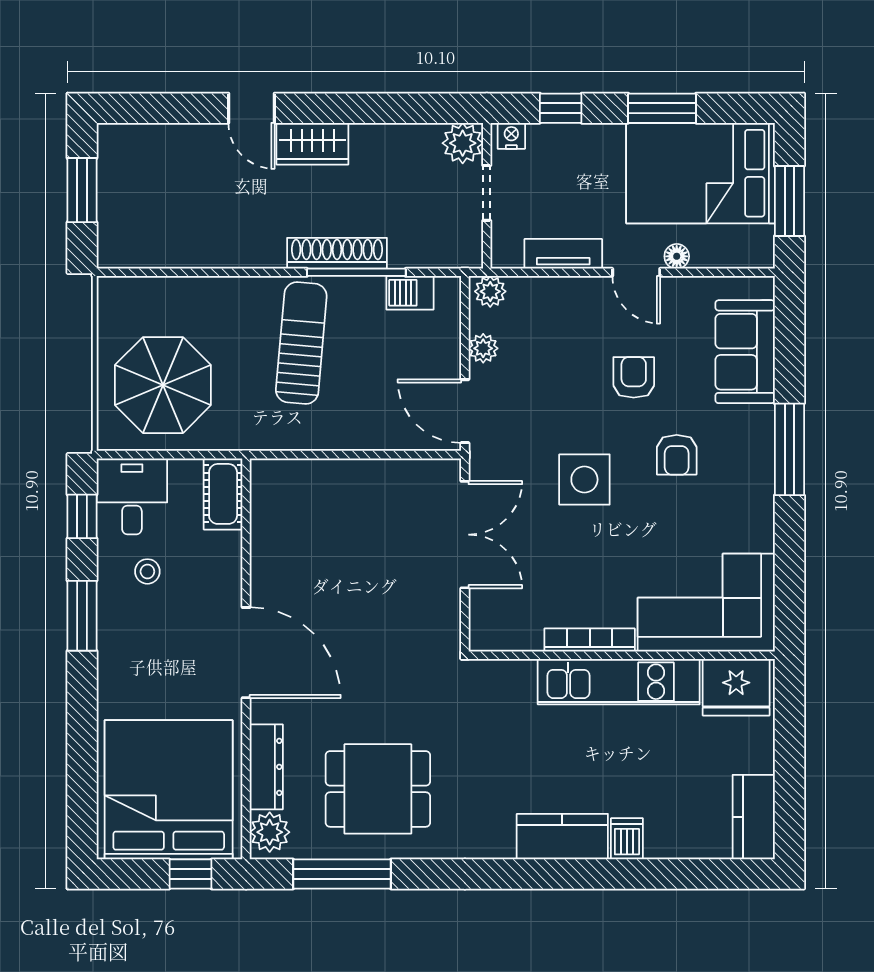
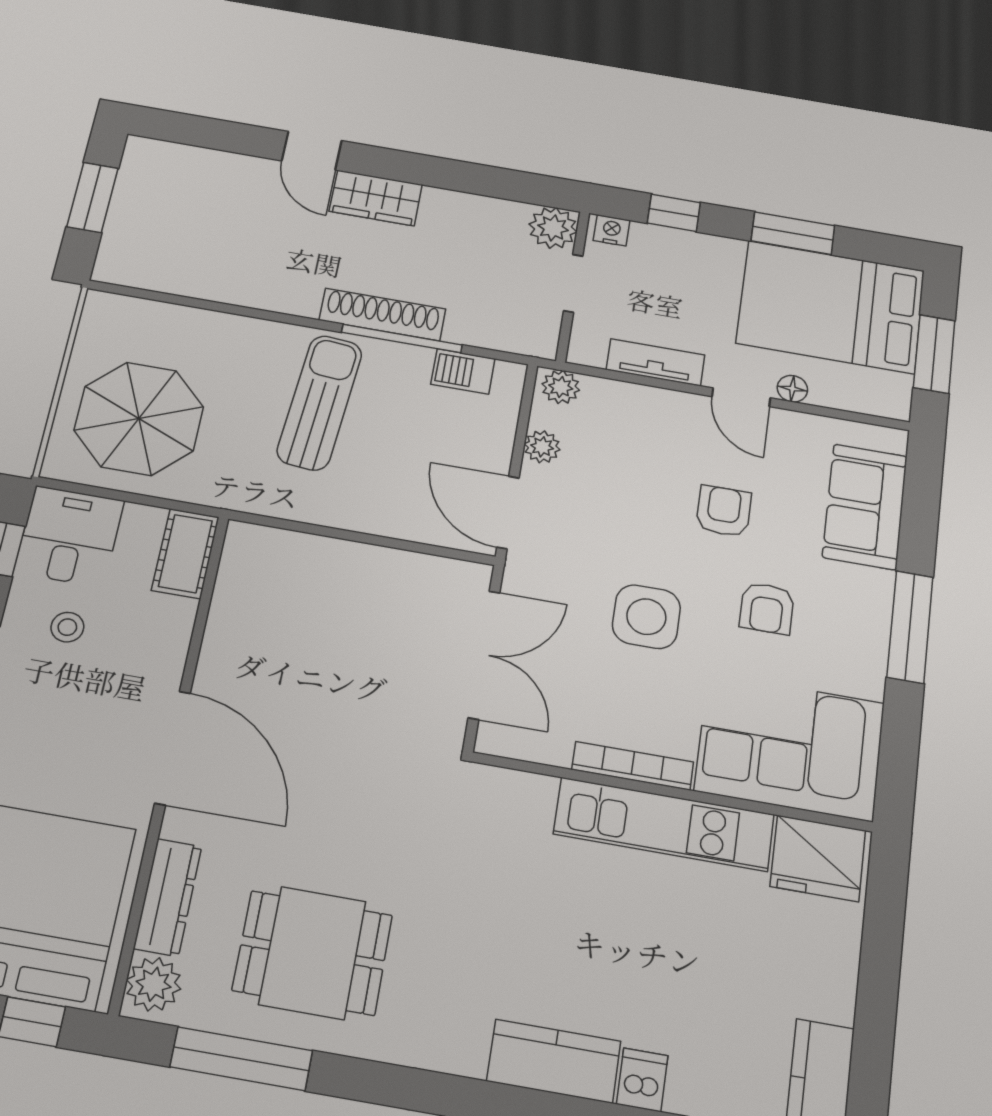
corner sofa: (706, 603) -> (790, 747), moved
bookcase: (590, 640) -> (633, 766), moved
wall: (622, 655) -> (672, 792), moved
kitchen unit: (619, 682) -> (664, 824), moved
fridge: (736, 687) -> (818, 858), moved

